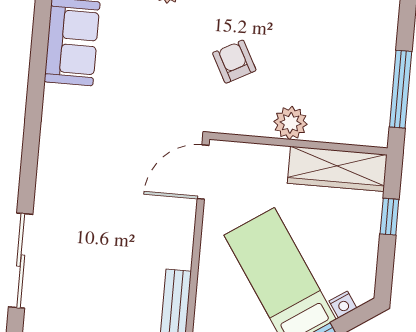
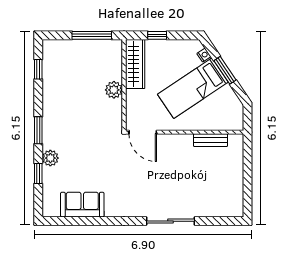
armchair: (234, 62) -> (85, 121), removed
sliding door: (21, 261) -> (170, 221), moved

